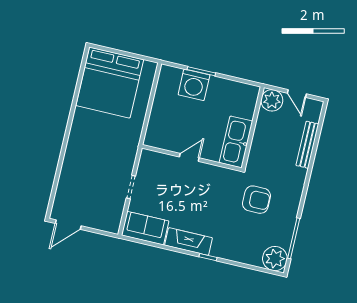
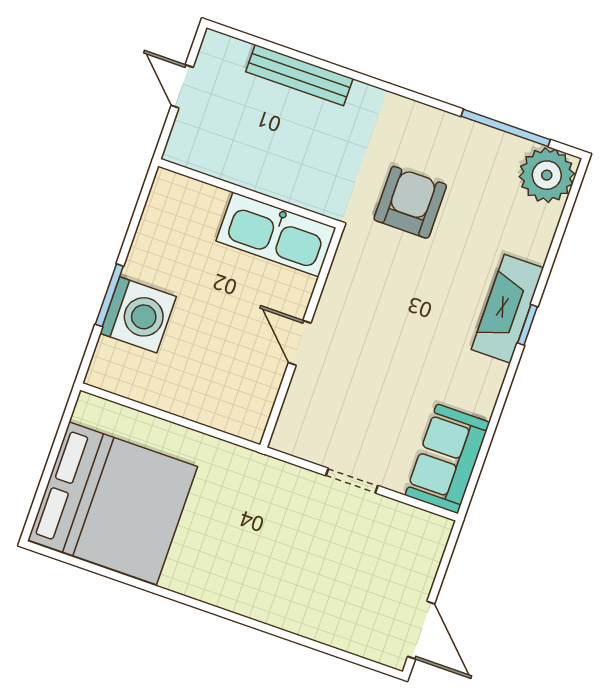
door: (297, 93) -> (182, 86), swing flipped
plant: (272, 100) -> (192, 144), removed
fireplace: (188, 242) -> (507, 309), moved

